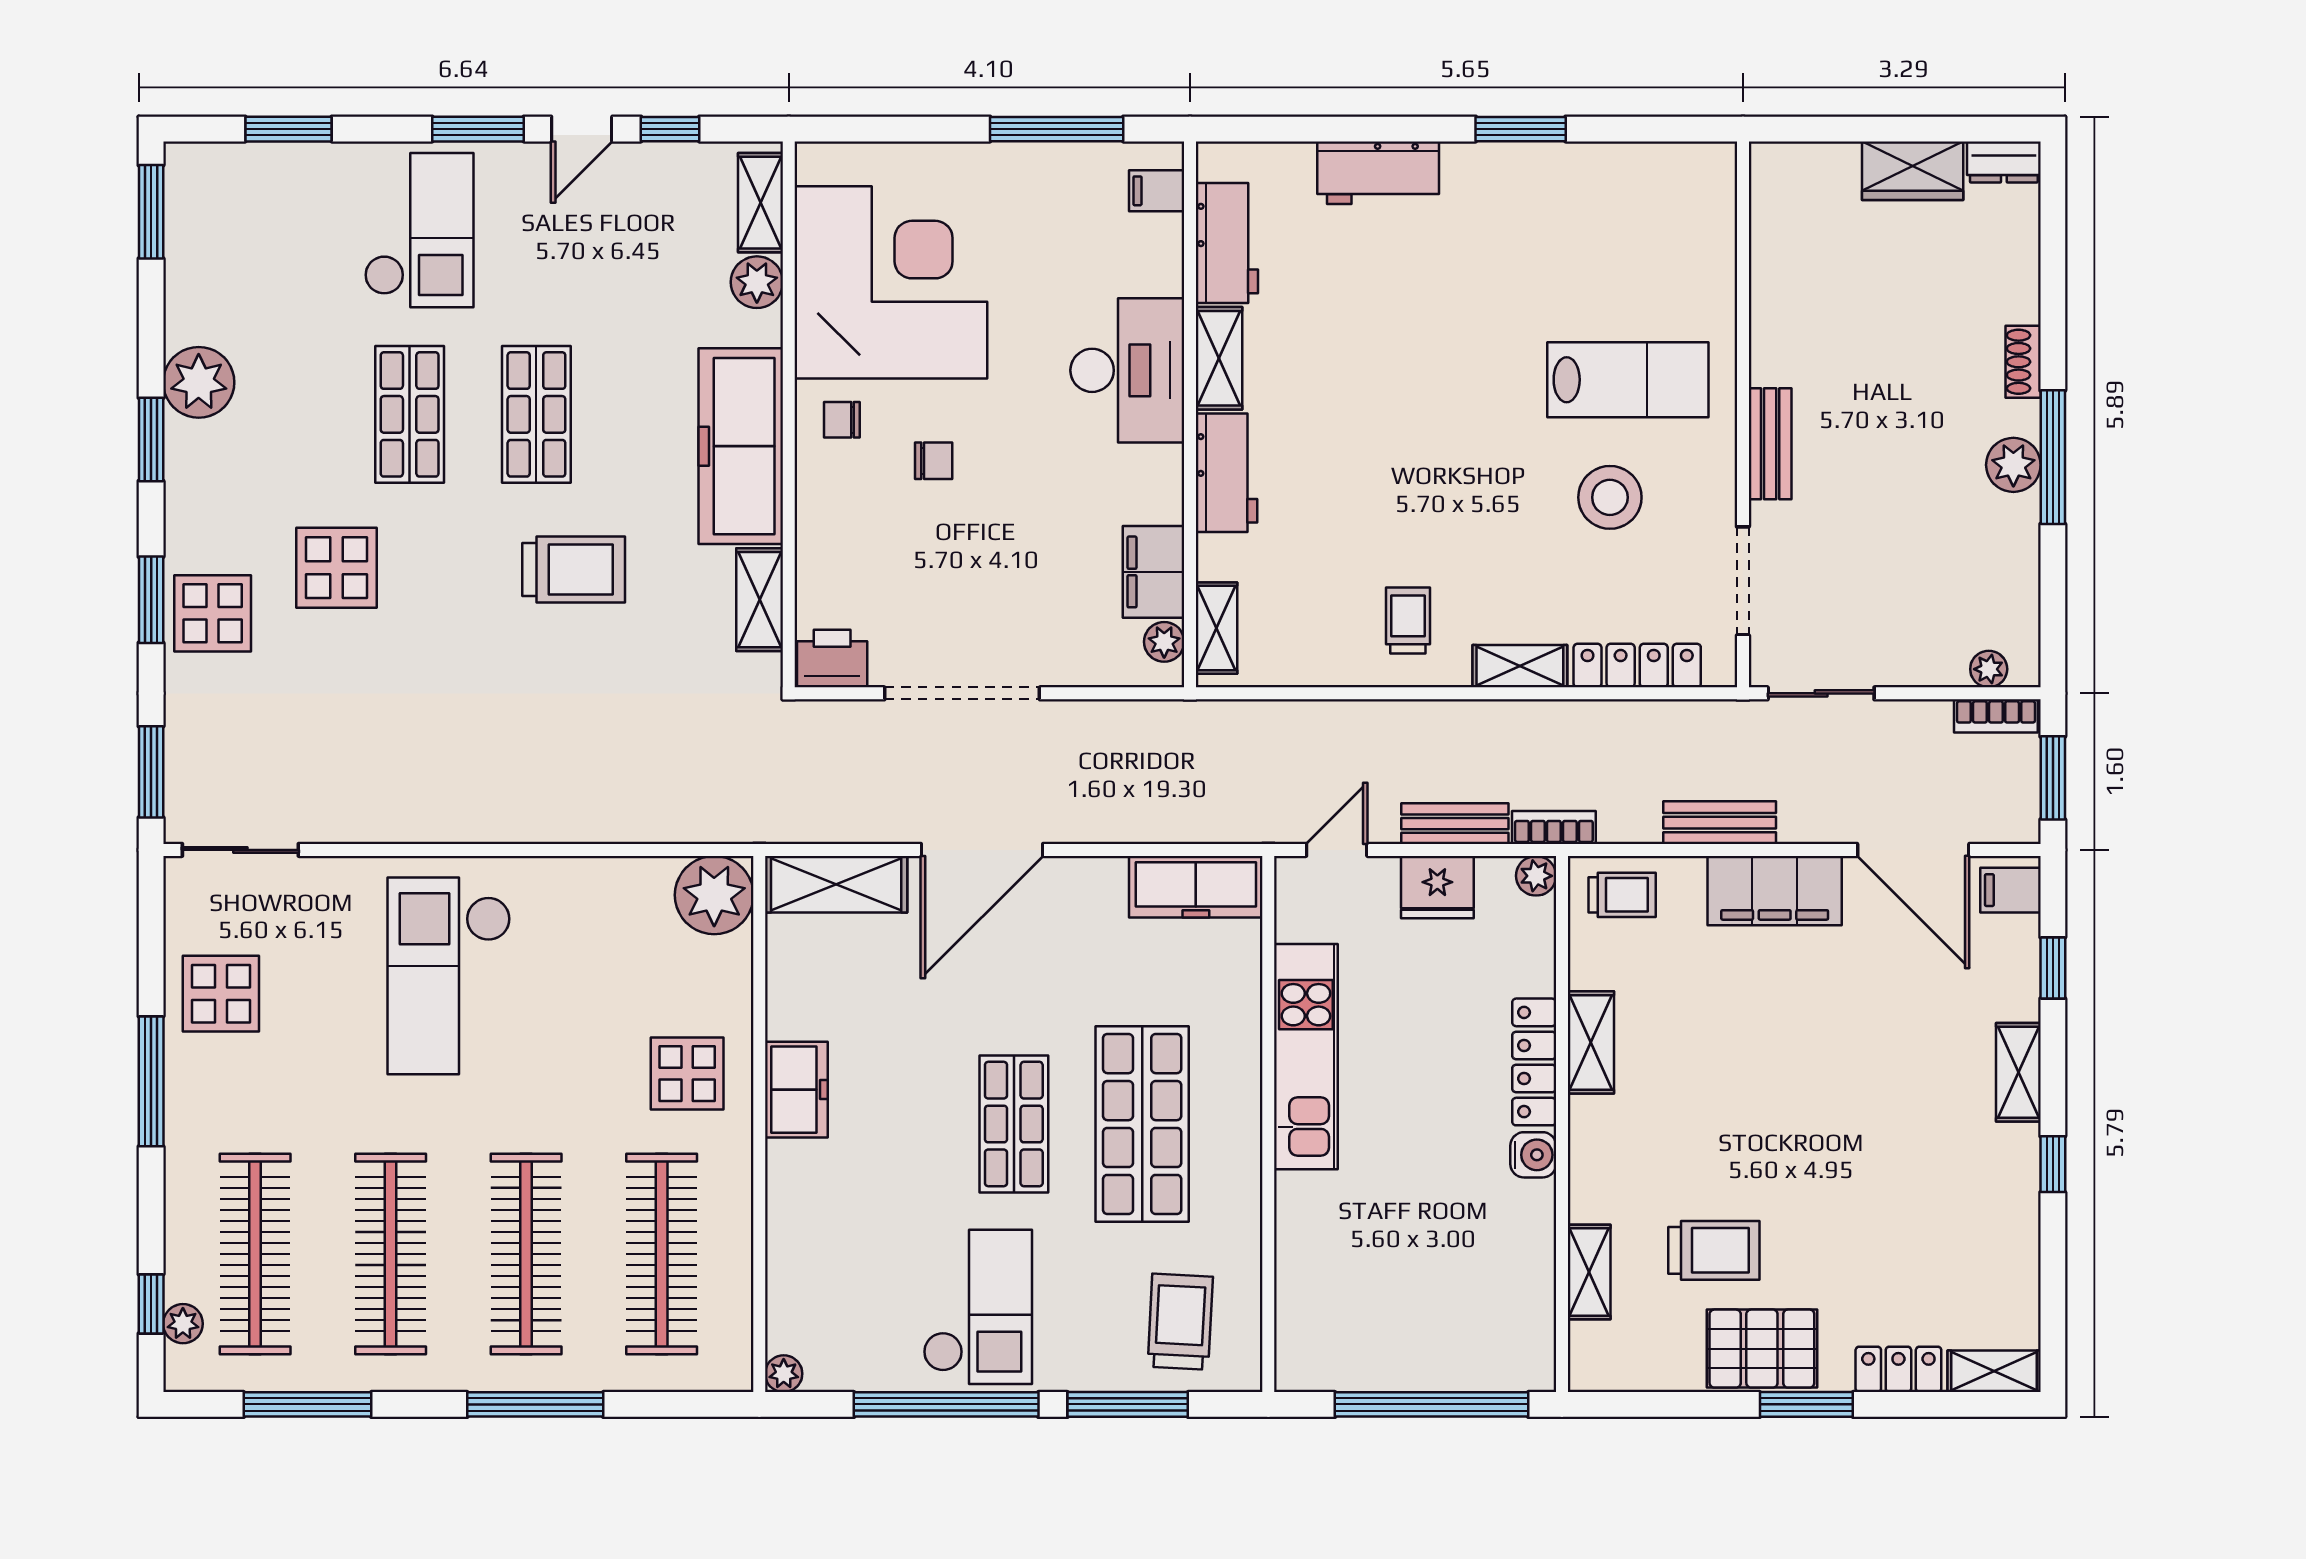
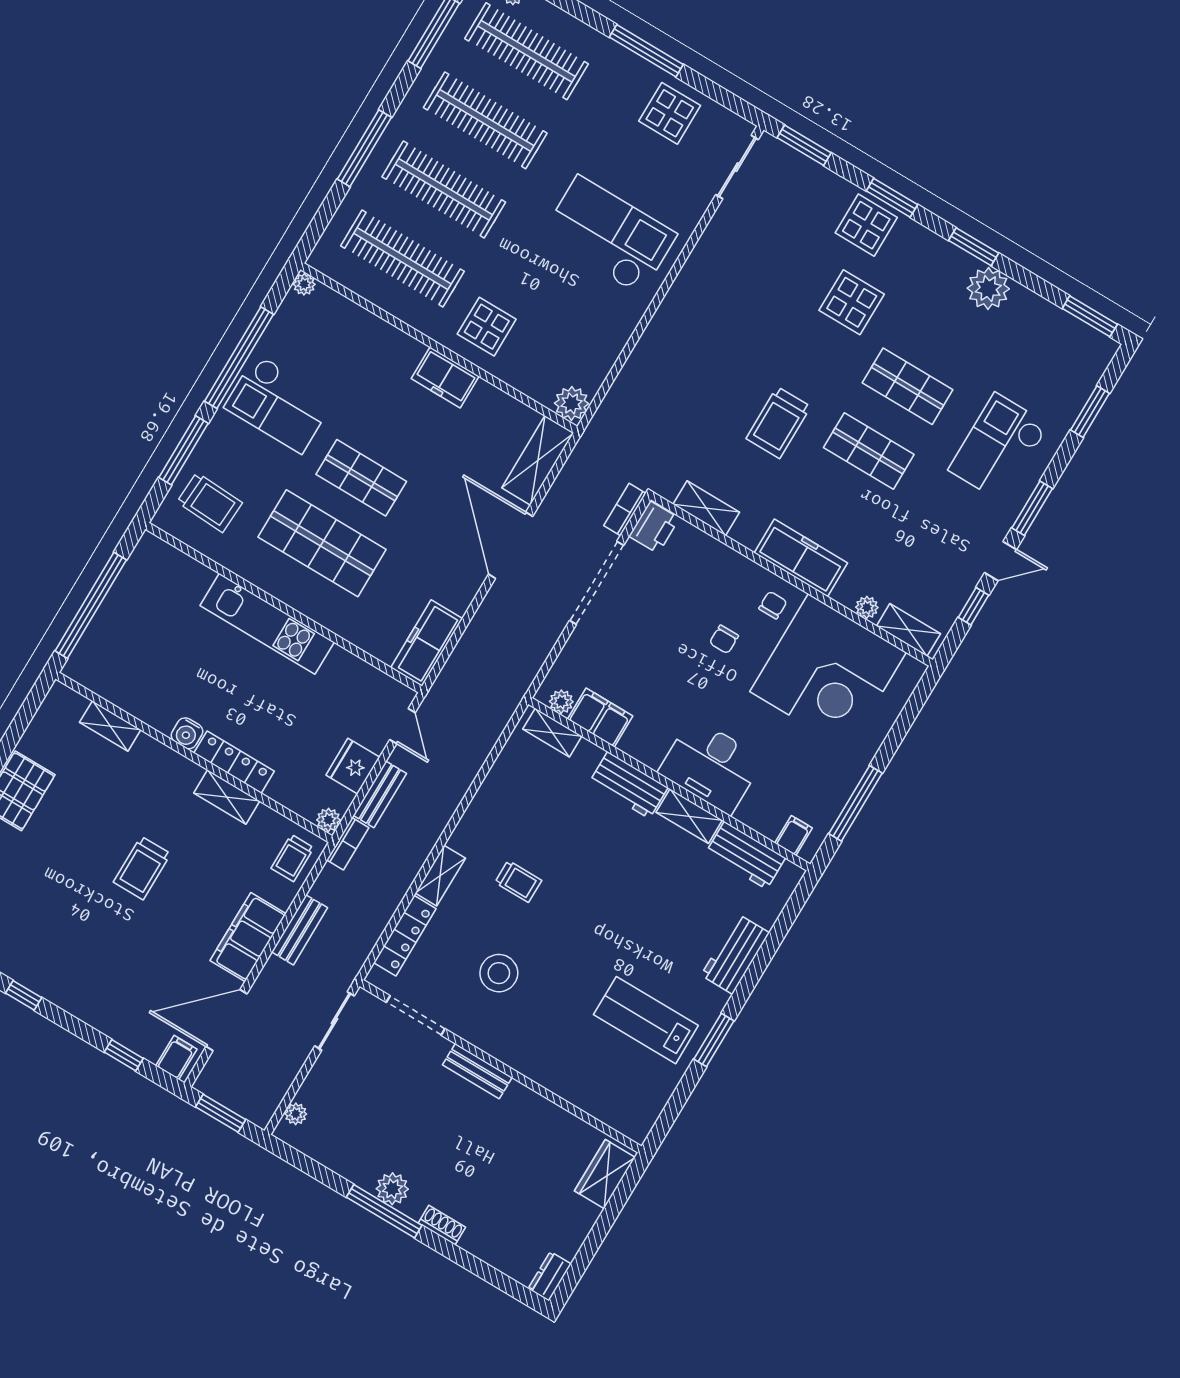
door: (582, 129) -> (1001, 561), swing flipped
wardrobe: (1913, 171) -> (605, 1174), moved
checkout: (419, 230) -> (999, 447), turned 90
plant: (757, 282) -> (867, 607), width x0.73, depth x0.73
lab bench: (1628, 380) -> (646, 1020), moved, turned 90
freezer: (741, 446) -> (801, 558), width x0.73, depth x0.79
trolley: (1408, 621) -> (518, 881), moved
bookcase: (1996, 716) -> (625, 510), moved
plant: (714, 895) -> (572, 403), width x0.73, depth x0.73
kitchen unit: (1306, 1057) -> (267, 624), moved
shelving: (2018, 1072) -> (81, 1006), removed
trolley: (1714, 1250) -> (142, 868), moved

